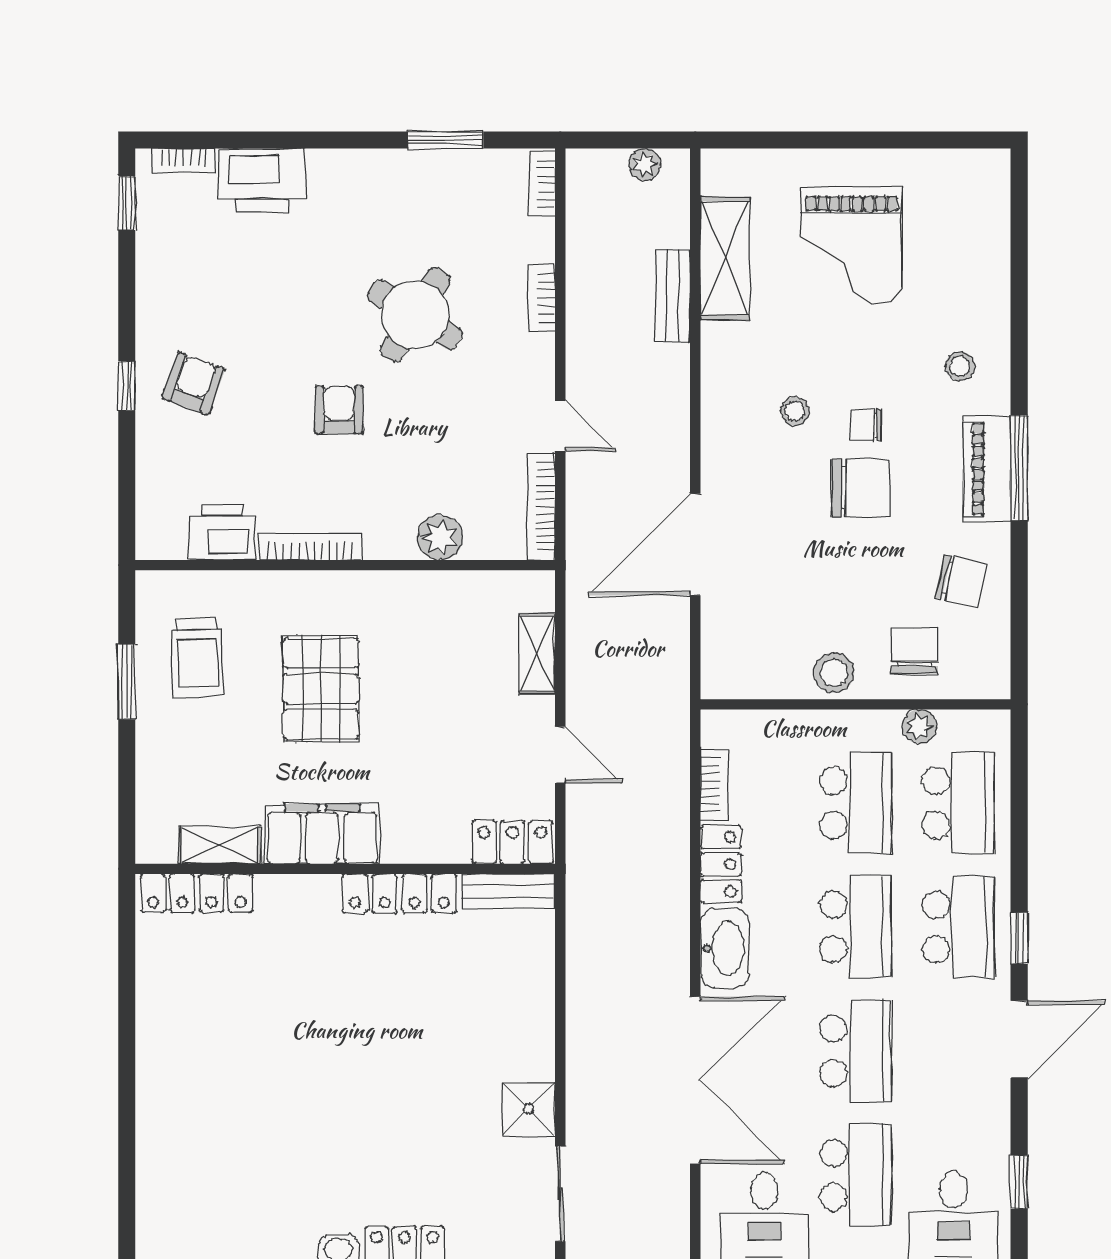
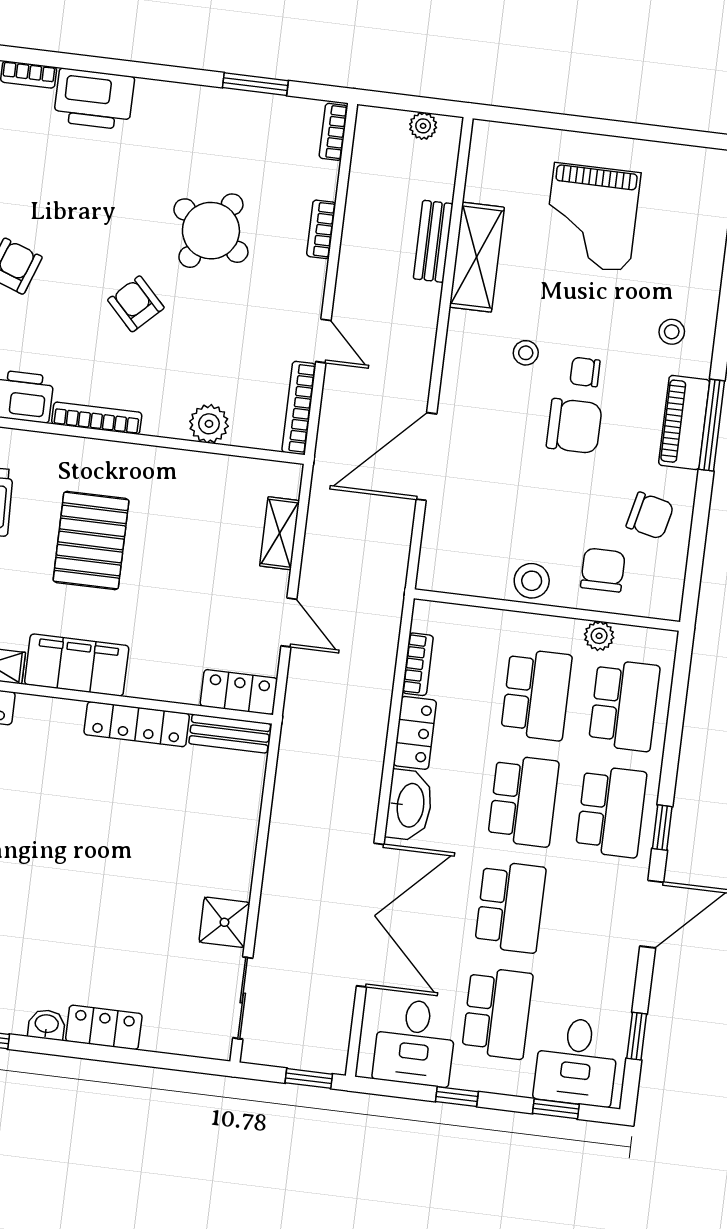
shelving: (725, 258) -> (477, 257), moved
armchair: (339, 410) -> (136, 304), turned -44

